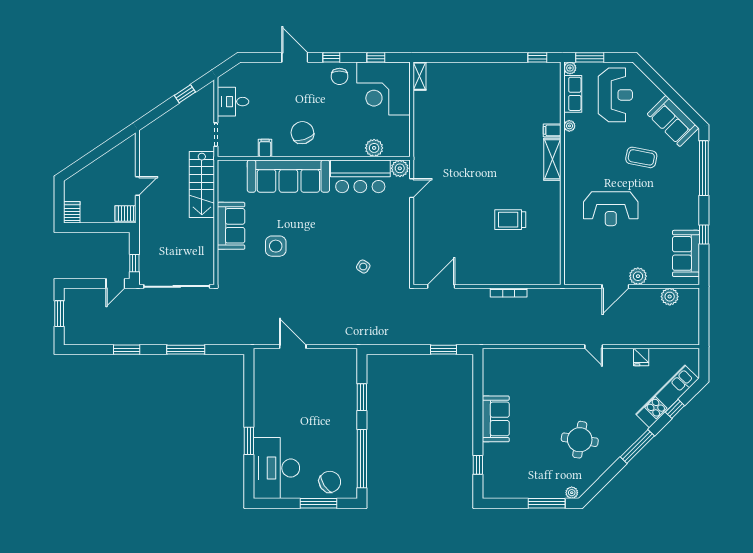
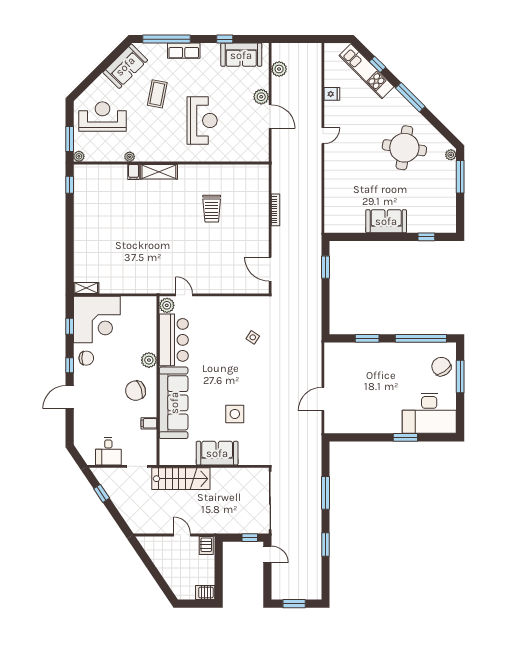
row of seats: (573, 94) -> (184, 51), moved, turned 180
plant: (374, 148) -> (149, 360), moved
round table: (580, 440) -> (404, 148), width x1.36, depth x1.36

